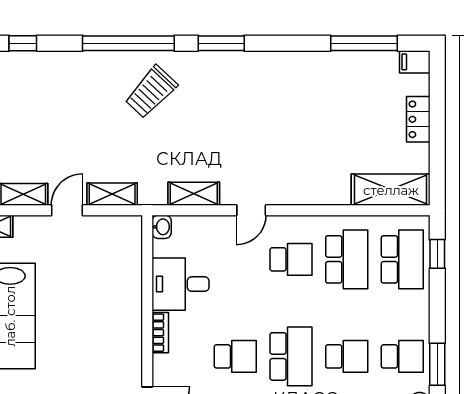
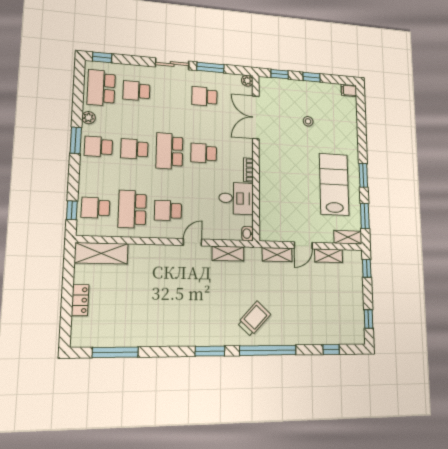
filing cabinet: (415, 62) -> (81, 340), removed
school desk: (402, 259) -> (96, 208), width x0.54

